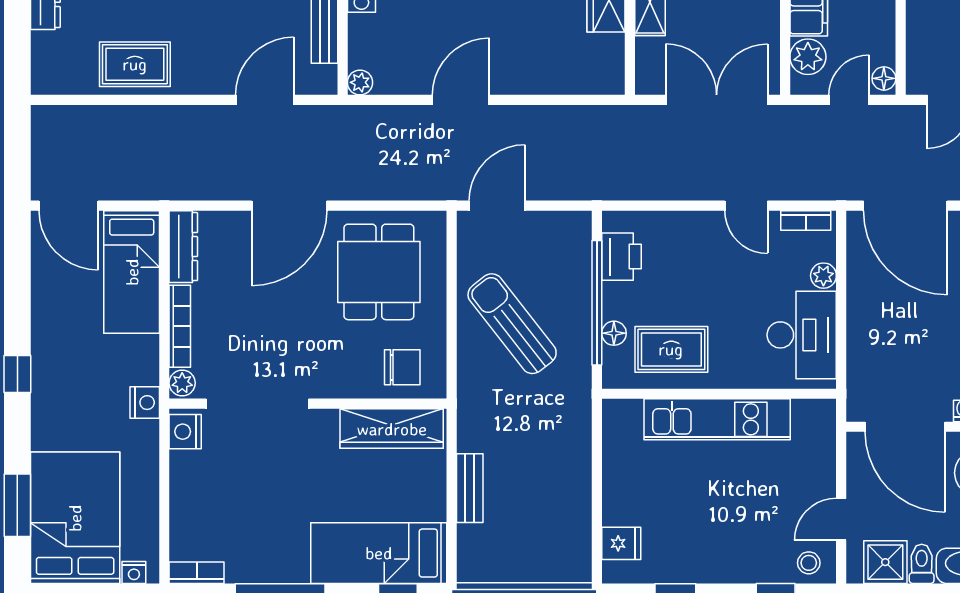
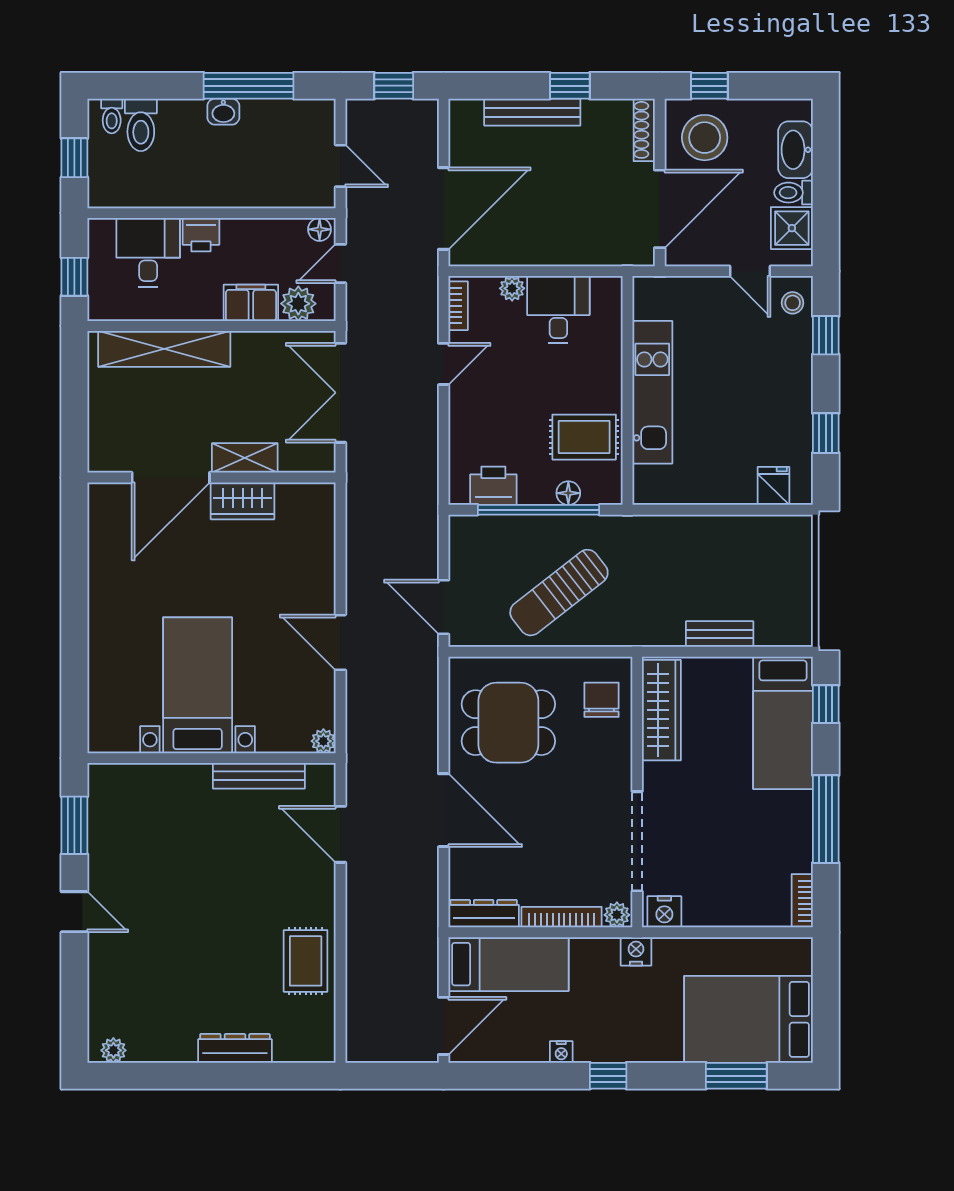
door: (849, 100) -> (340, 264), hinge flipped
desk: (802, 335) -> (558, 310), width x0.73
rug: (671, 349) -> (584, 437), turned 90
nightstand: (134, 573) -> (561, 1052), moved, turned 90

